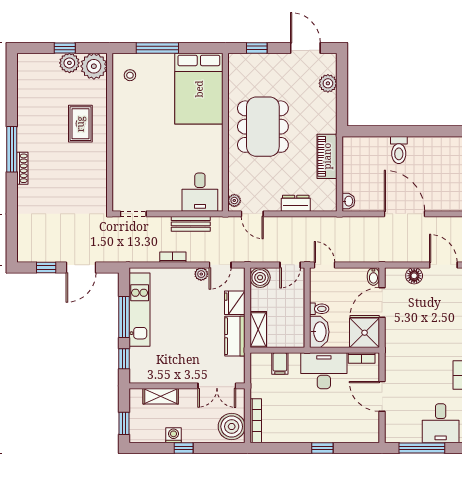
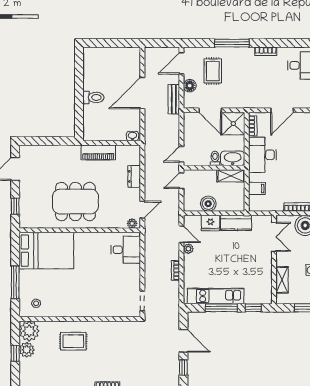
plant: (328, 83) -> (42, 152), removed
bench: (191, 224) -> (174, 99), moved
door: (290, 265) -> (181, 181), swing flipped
bidet: (373, 276) -> (190, 117), removed
boiler: (260, 278) -> (208, 204), moved
rug: (433, 306) -> (213, 71), added
shelving: (258, 329) -> (231, 176), moved

